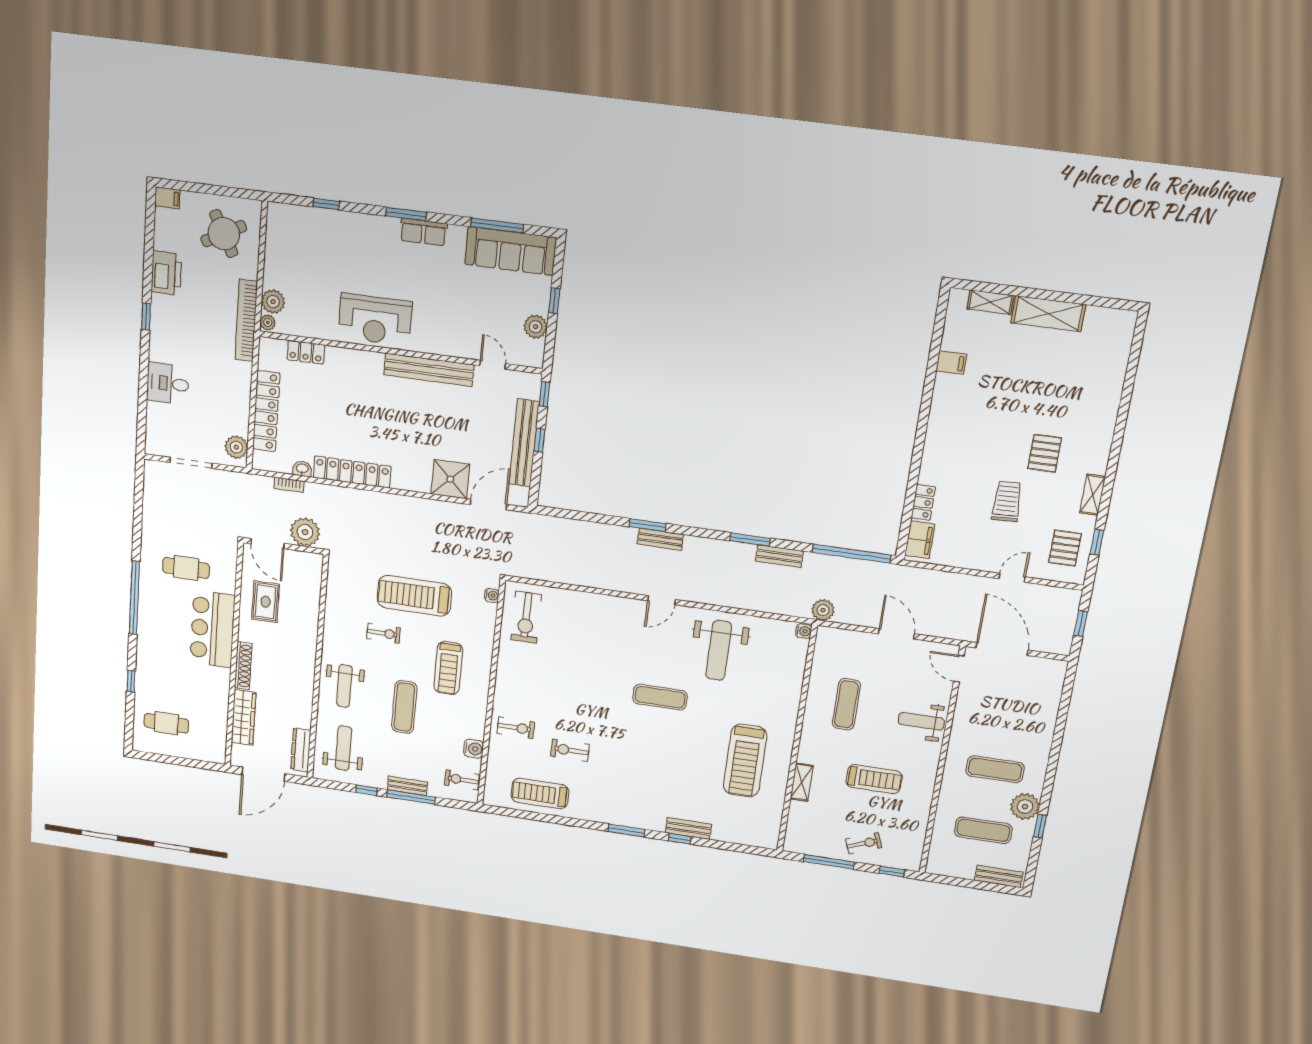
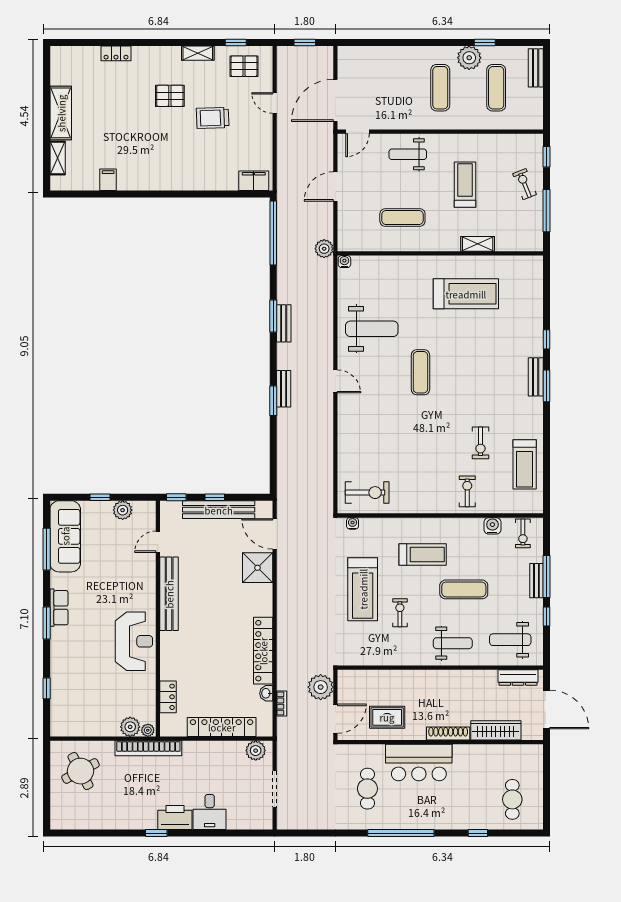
filing cabinet: (167, 198) -> (58, 819), removed
printer: (166, 273) -> (175, 817), moved
locker: (923, 502) -> (116, 53), moved, turned 180
bench: (779, 556) -> (284, 323), moved
weight bench: (921, 721) -> (408, 154), turned 90
bench: (688, 828) -> (536, 377), moved

